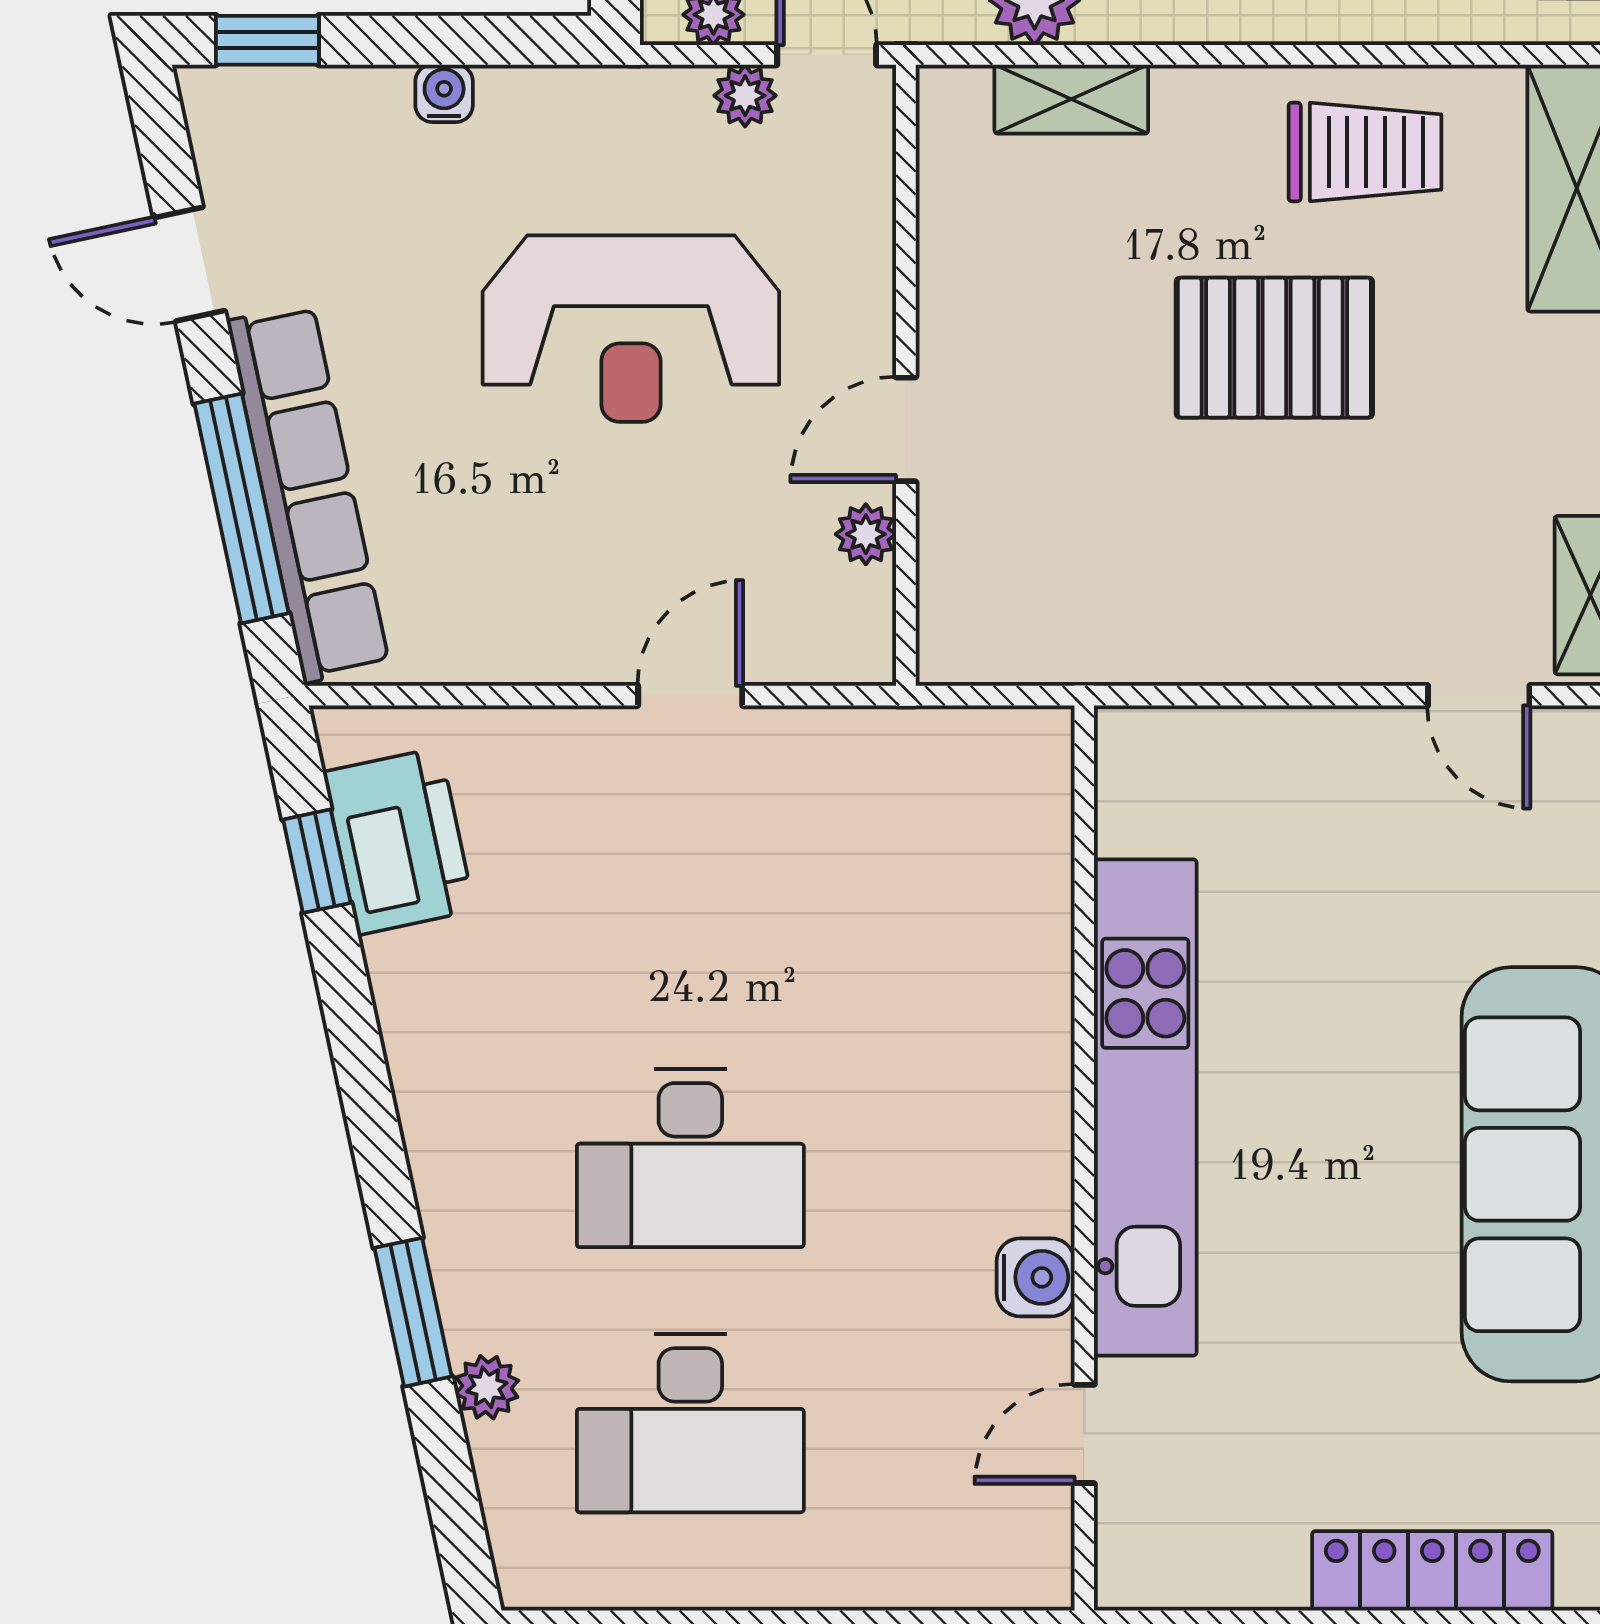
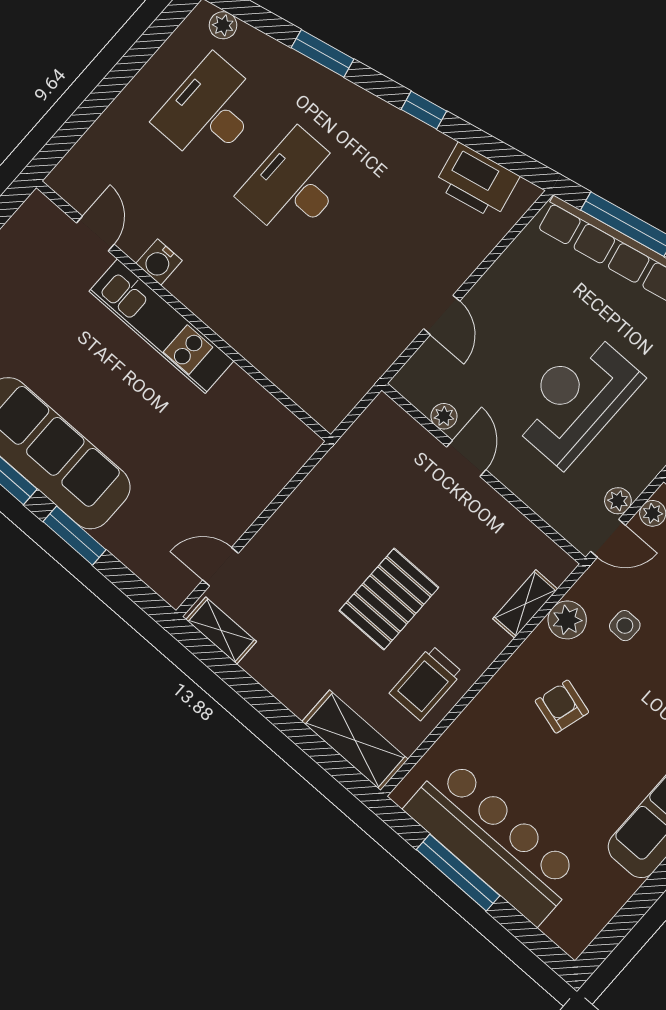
window: (317, 861) -> (424, 110), moved
kitchen unit: (1145, 1107) -> (161, 326), width x0.73
plant: (487, 1387) -> (223, 25), moved

